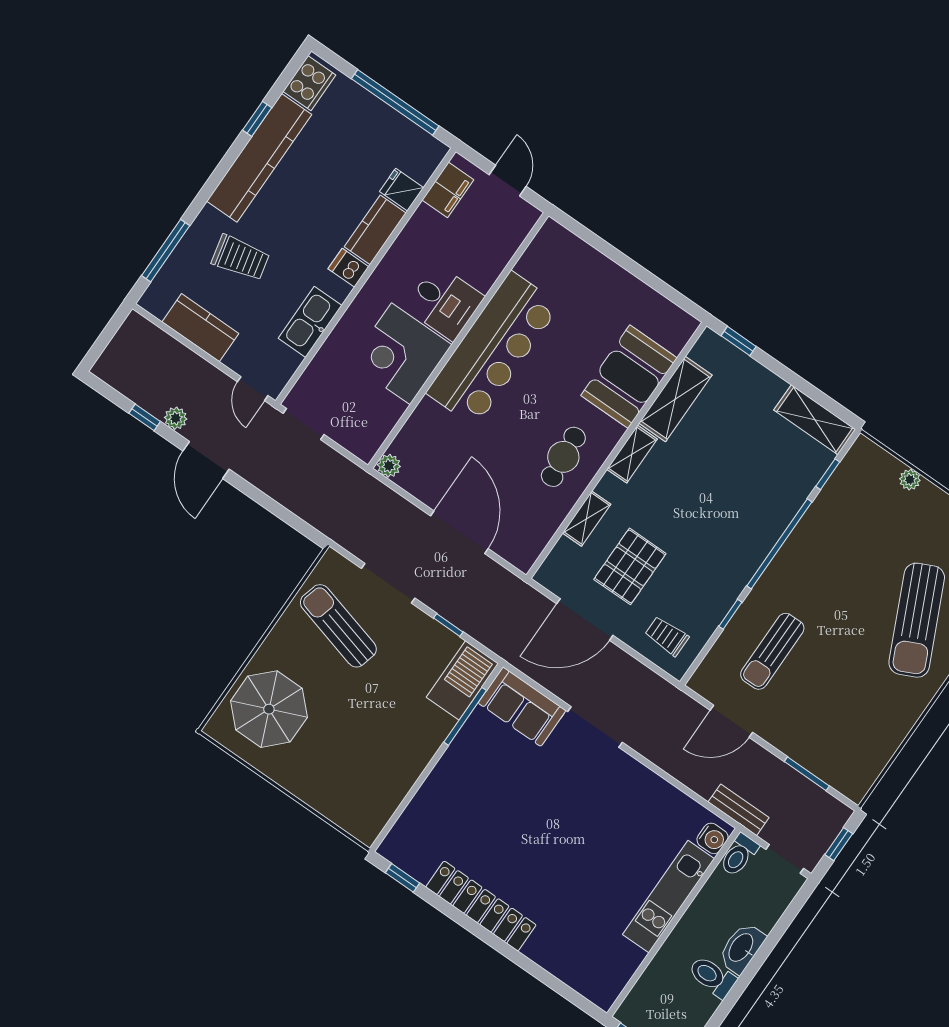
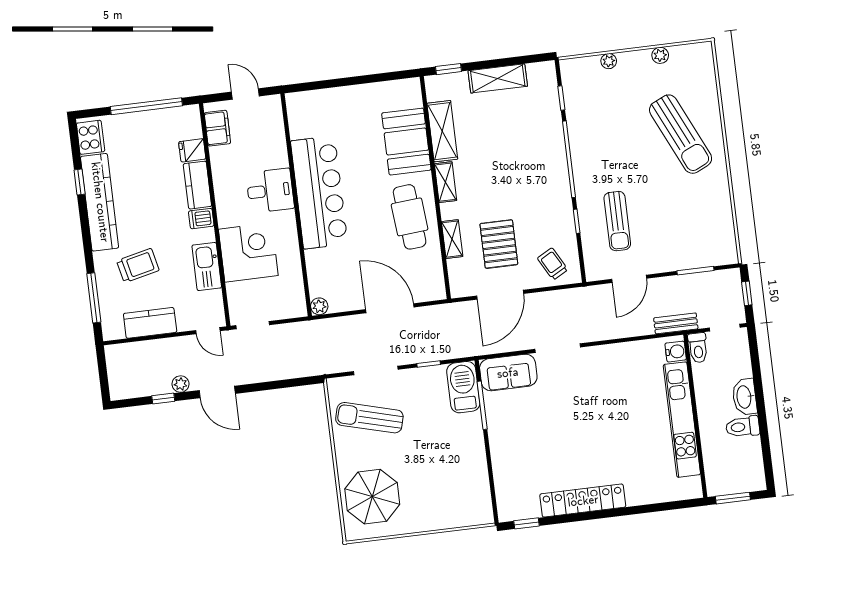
corner desk: (401, 354) -> (248, 252), moved, turned 180
shelving: (815, 420) -> (498, 78), moved
cafe table: (563, 457) -> (410, 217), width x1.37, depth x1.35
trolley: (667, 636) -> (553, 264), turned 61
kitchen unit: (669, 897) -> (682, 420), width x1.36

